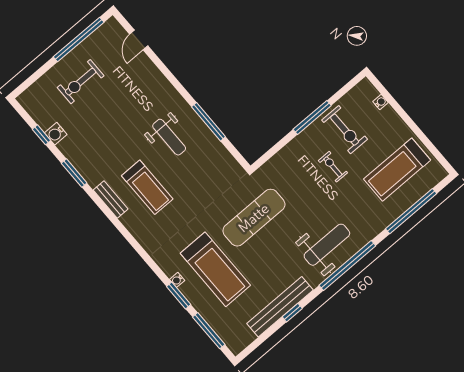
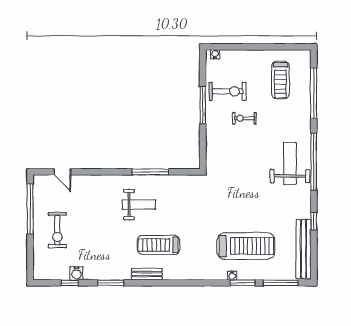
water cooler: (381, 102) -> (215, 54), moved
treadmill: (397, 170) -> (280, 80), width x0.73, depth x0.73
treadmill: (147, 187) -> (159, 245), turned 180
exercise mat: (254, 218) -> (234, 195), removed
bench: (280, 307) -> (304, 249), moved

